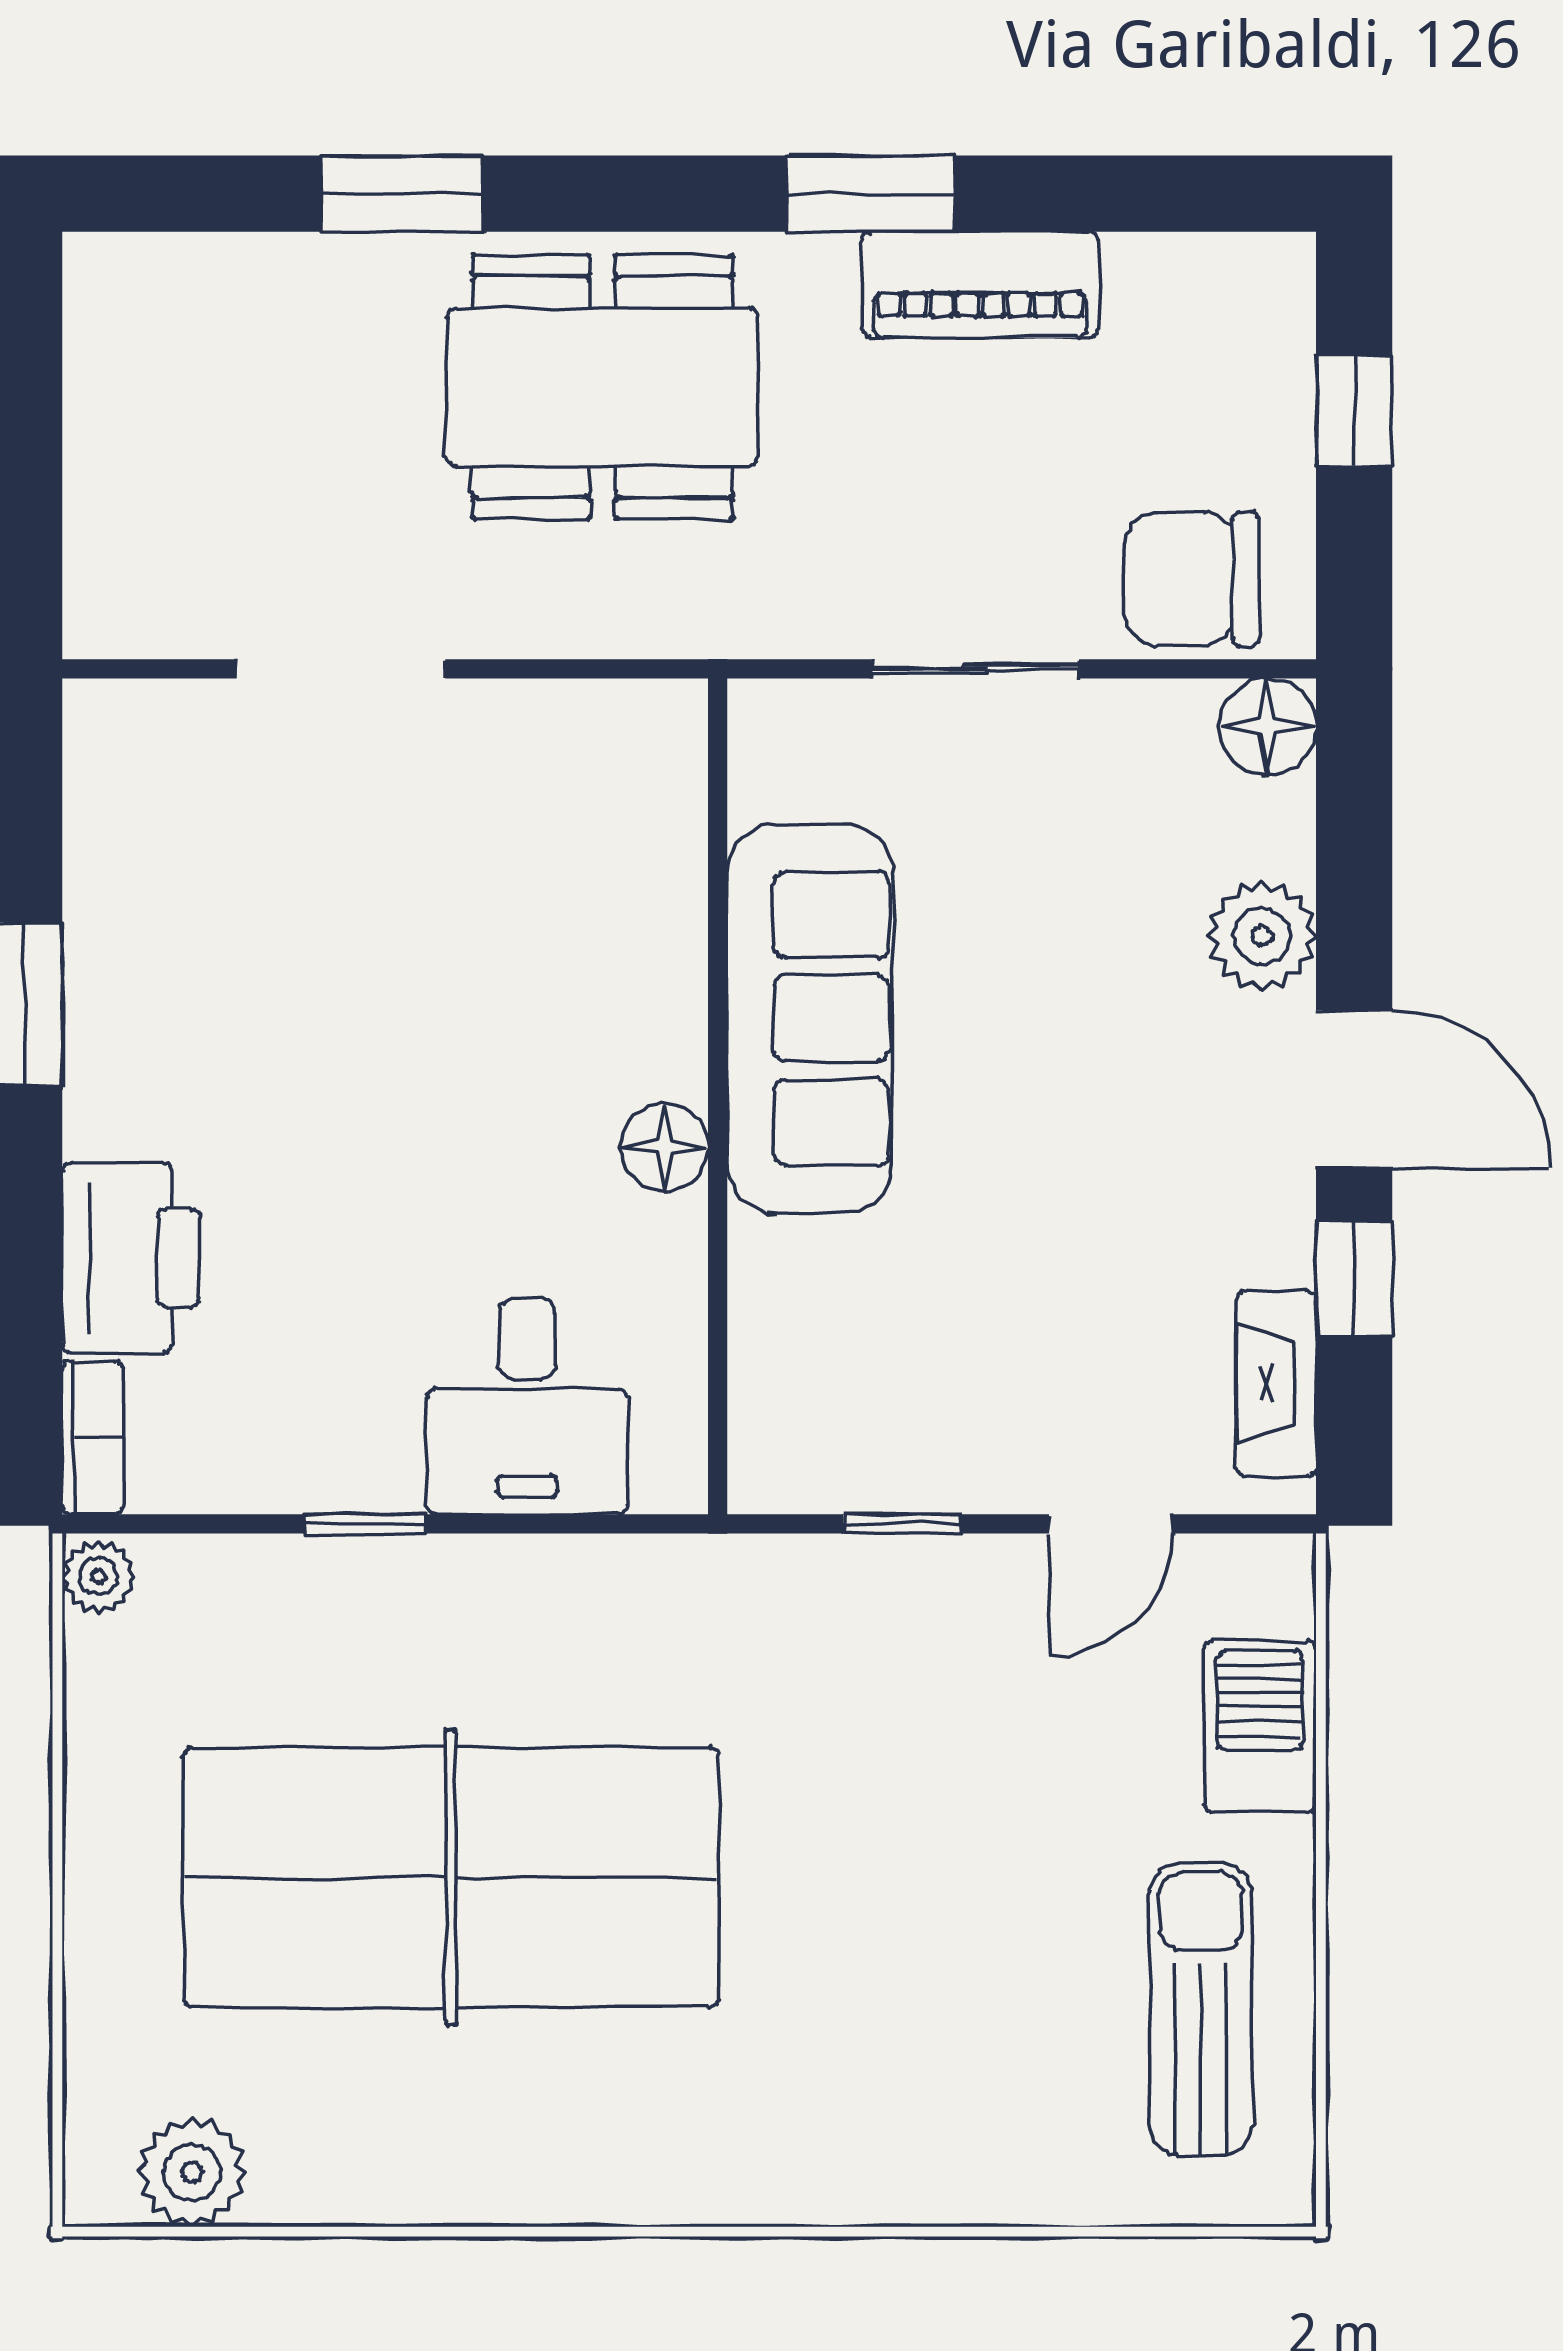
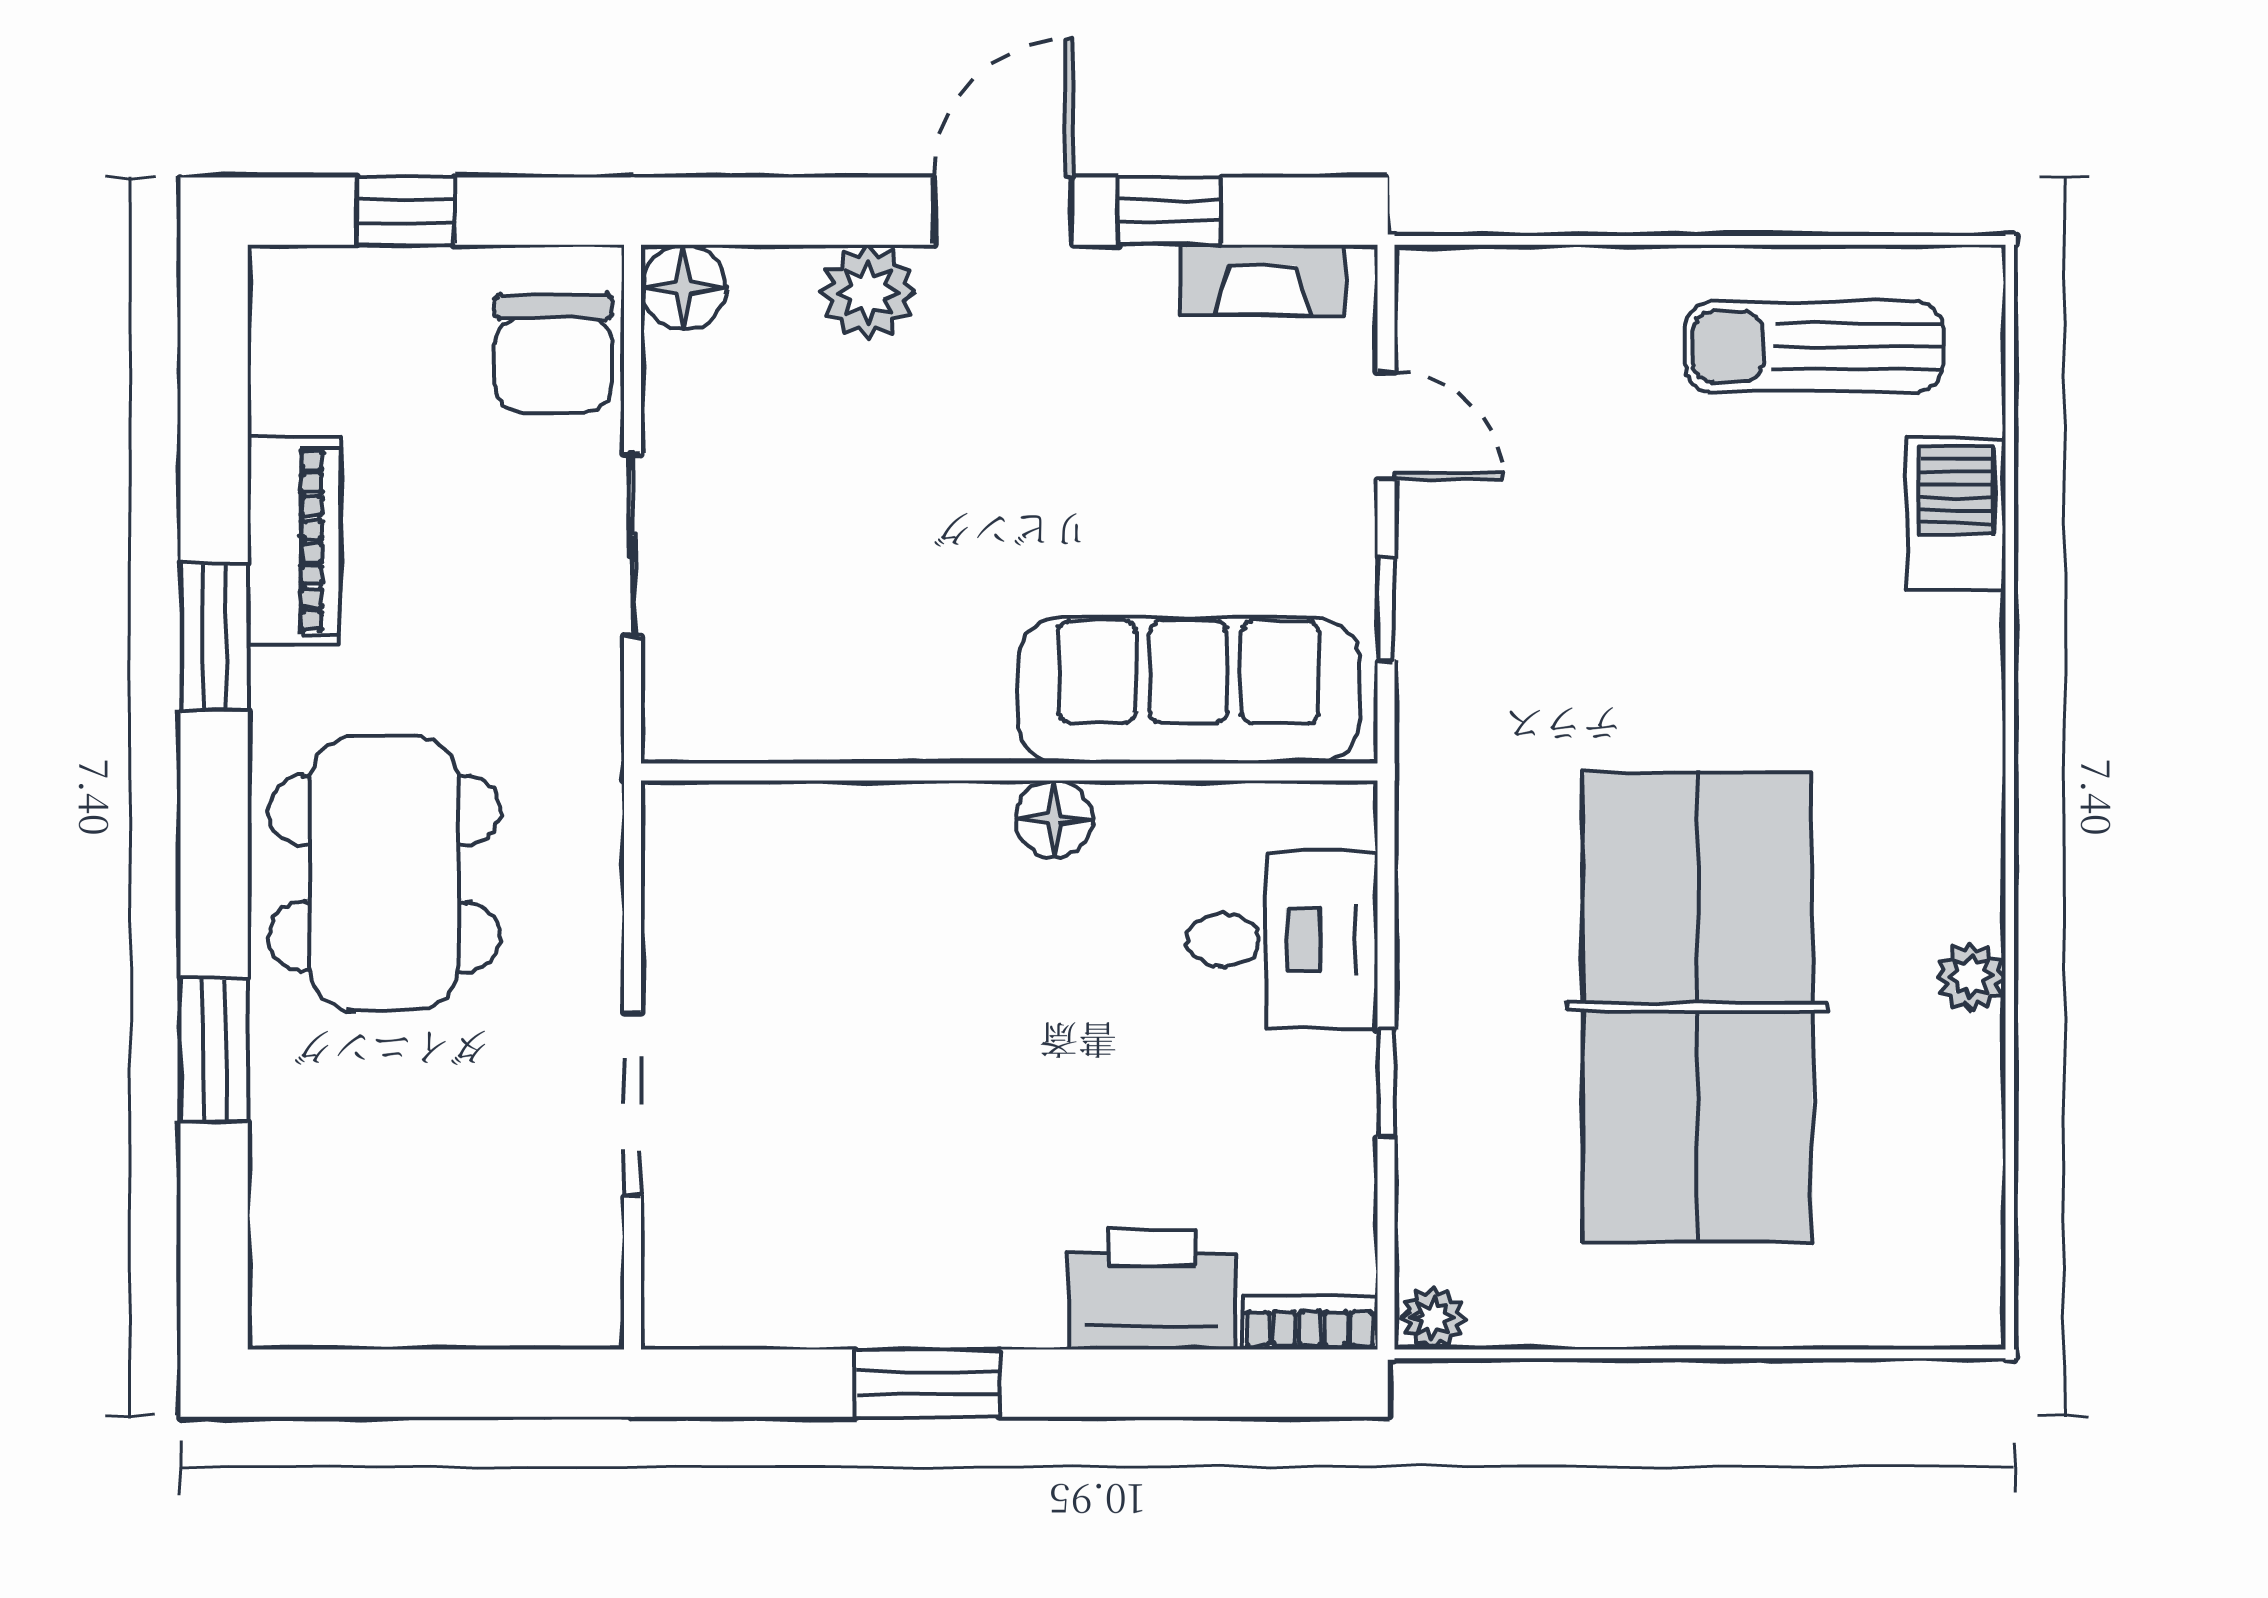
sofa: (810, 1018) -> (1189, 691), moved
barbecue: (1260, 1726) -> (1956, 514), moved, turned 90
plant: (192, 2172) -> (1971, 976), moved, width x0.73, depth x0.73

